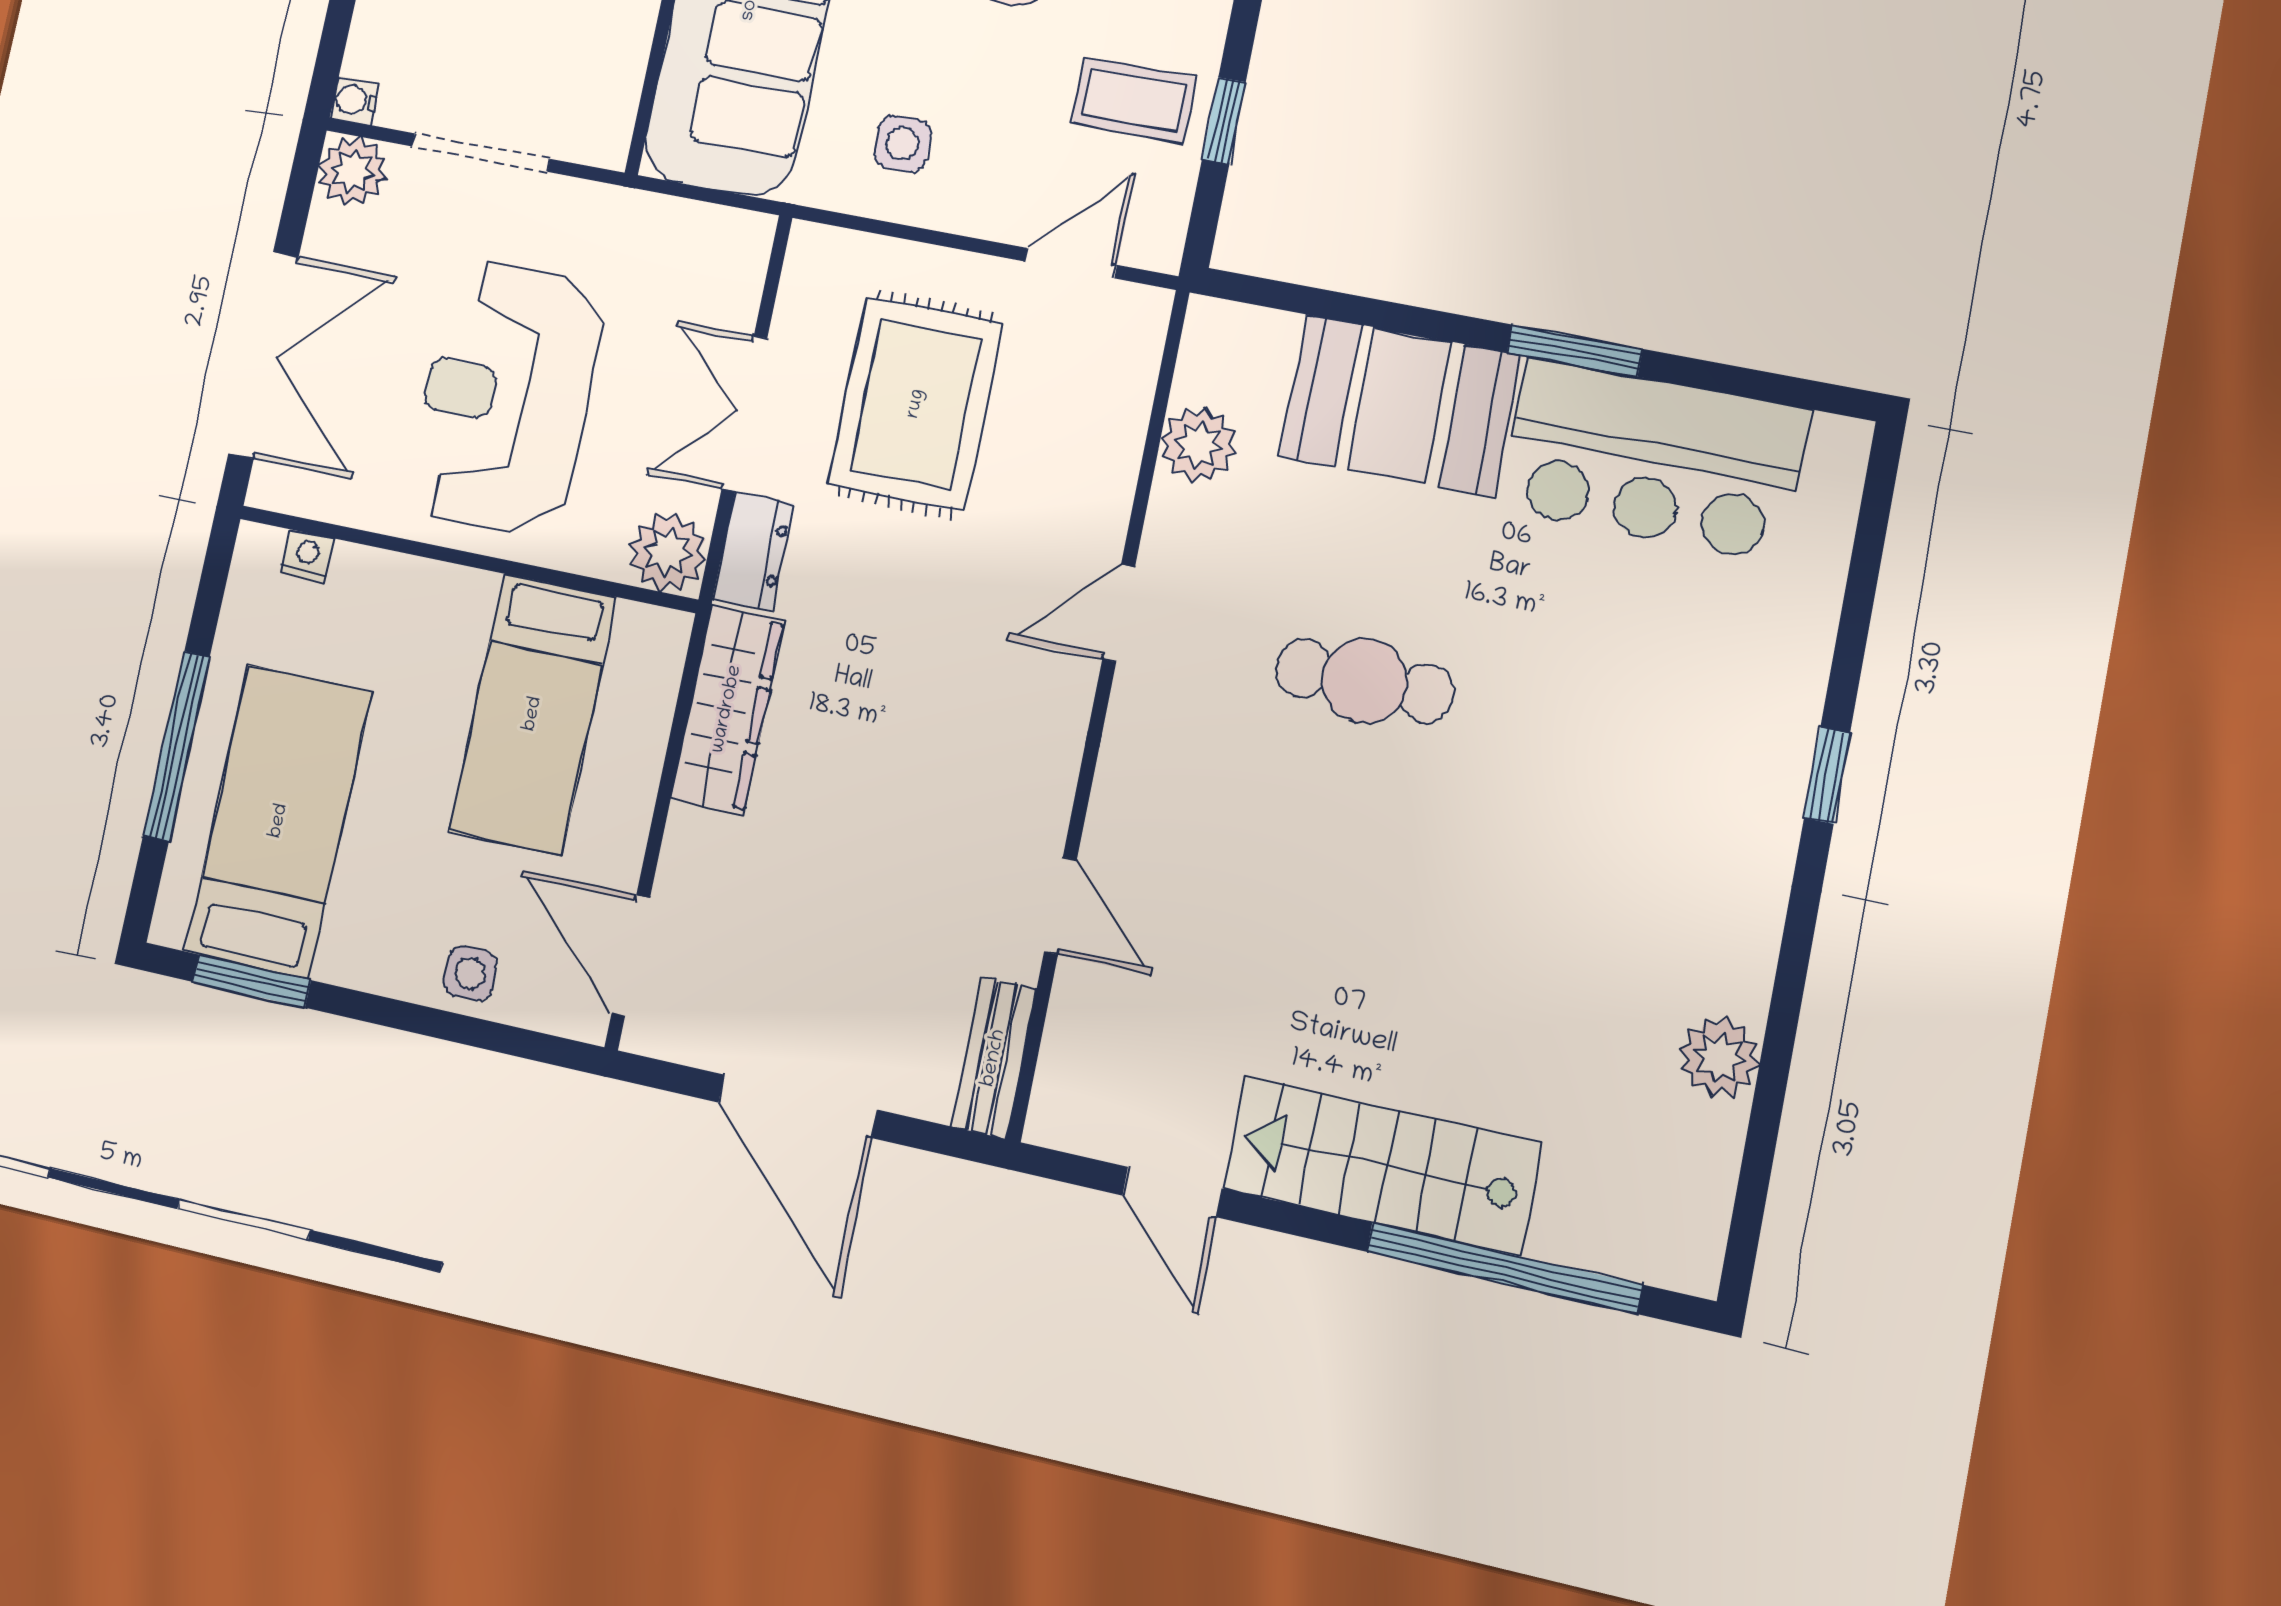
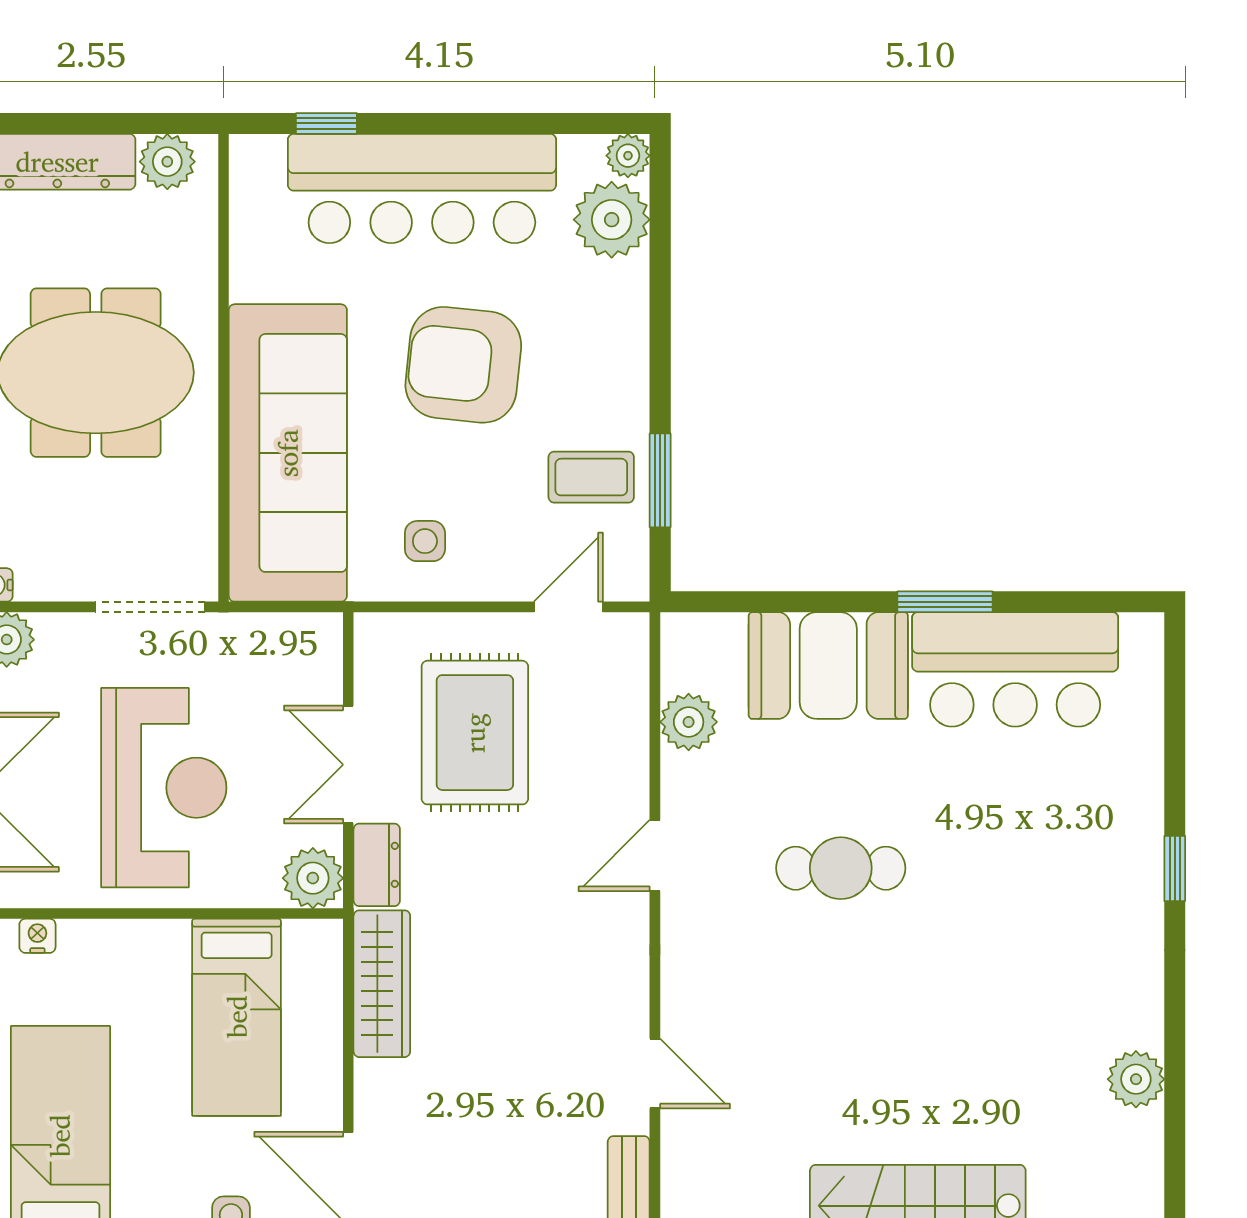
window: (1224, 121) -> (660, 480), width x1.50
doorway: (481, 153) -> (150, 607), moved
reception desk: (505, 397) -> (164, 788), turned 180

